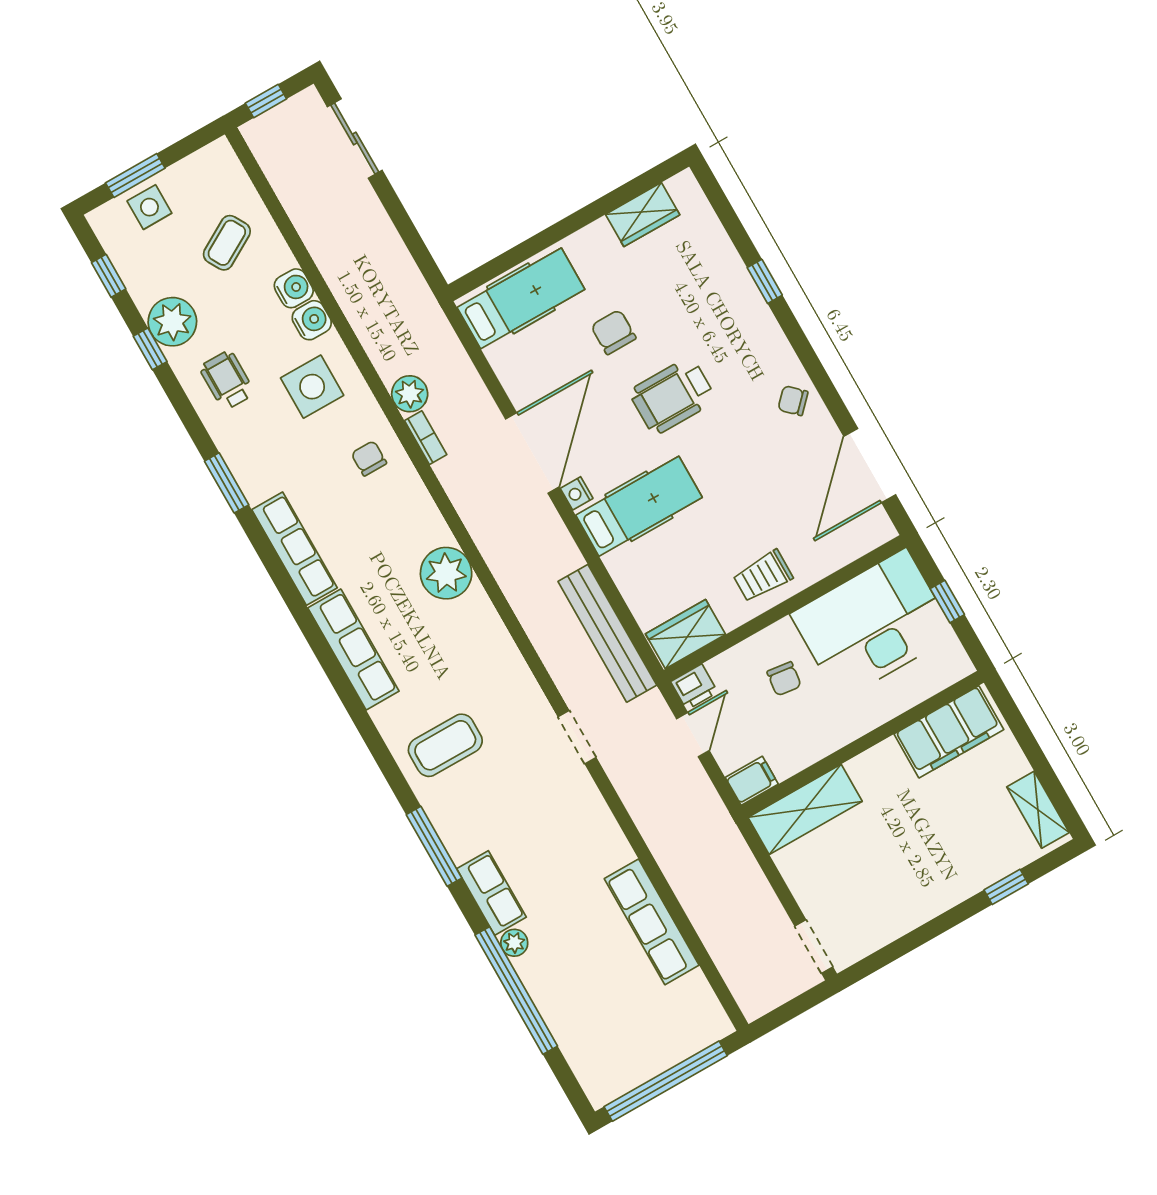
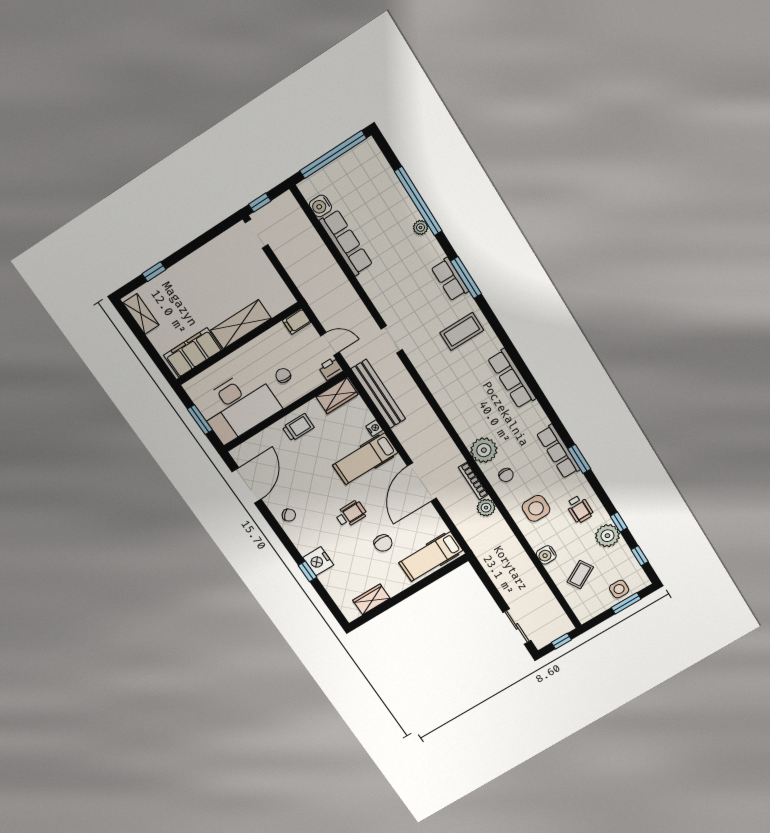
nightstand: (742, 302) -> (318, 561), added
water cooler: (312, 320) -> (320, 206), moved
wheelchair: (673, 396) -> (351, 514), width x0.73, depth x0.73
bookcase: (426, 438) -> (473, 481), width x1.56
nightstand: (577, 493) -> (374, 428), moved
row of seats: (295, 549) -> (558, 452), moved
plant: (446, 573) -> (484, 450), moved
window: (947, 602) -> (200, 420), width x1.50
door: (693, 735) -> (330, 344), swing flipped
shelving: (805, 809) -> (241, 324), moved
row of seats: (491, 893) -> (450, 279), moved
window: (804, 1002) -> (260, 203), added

